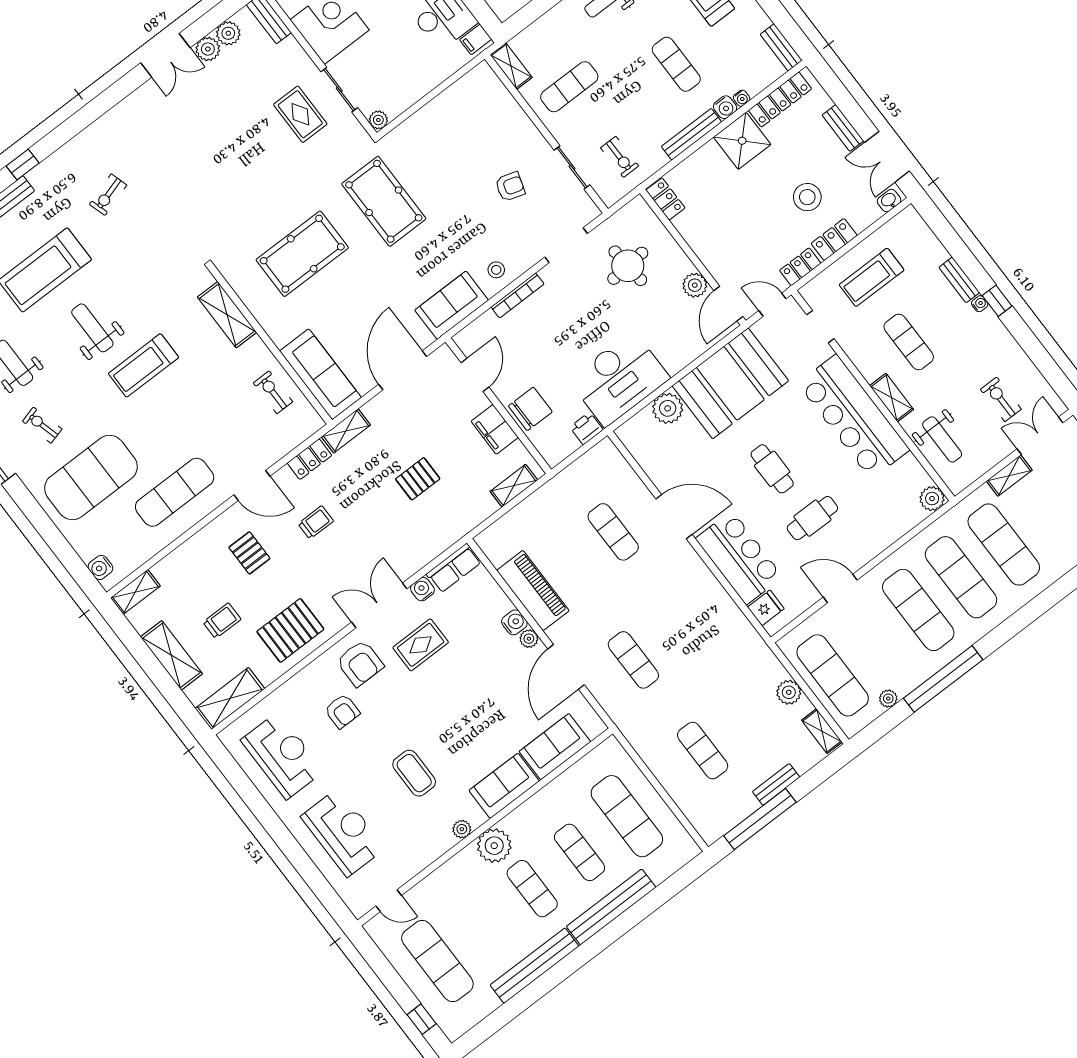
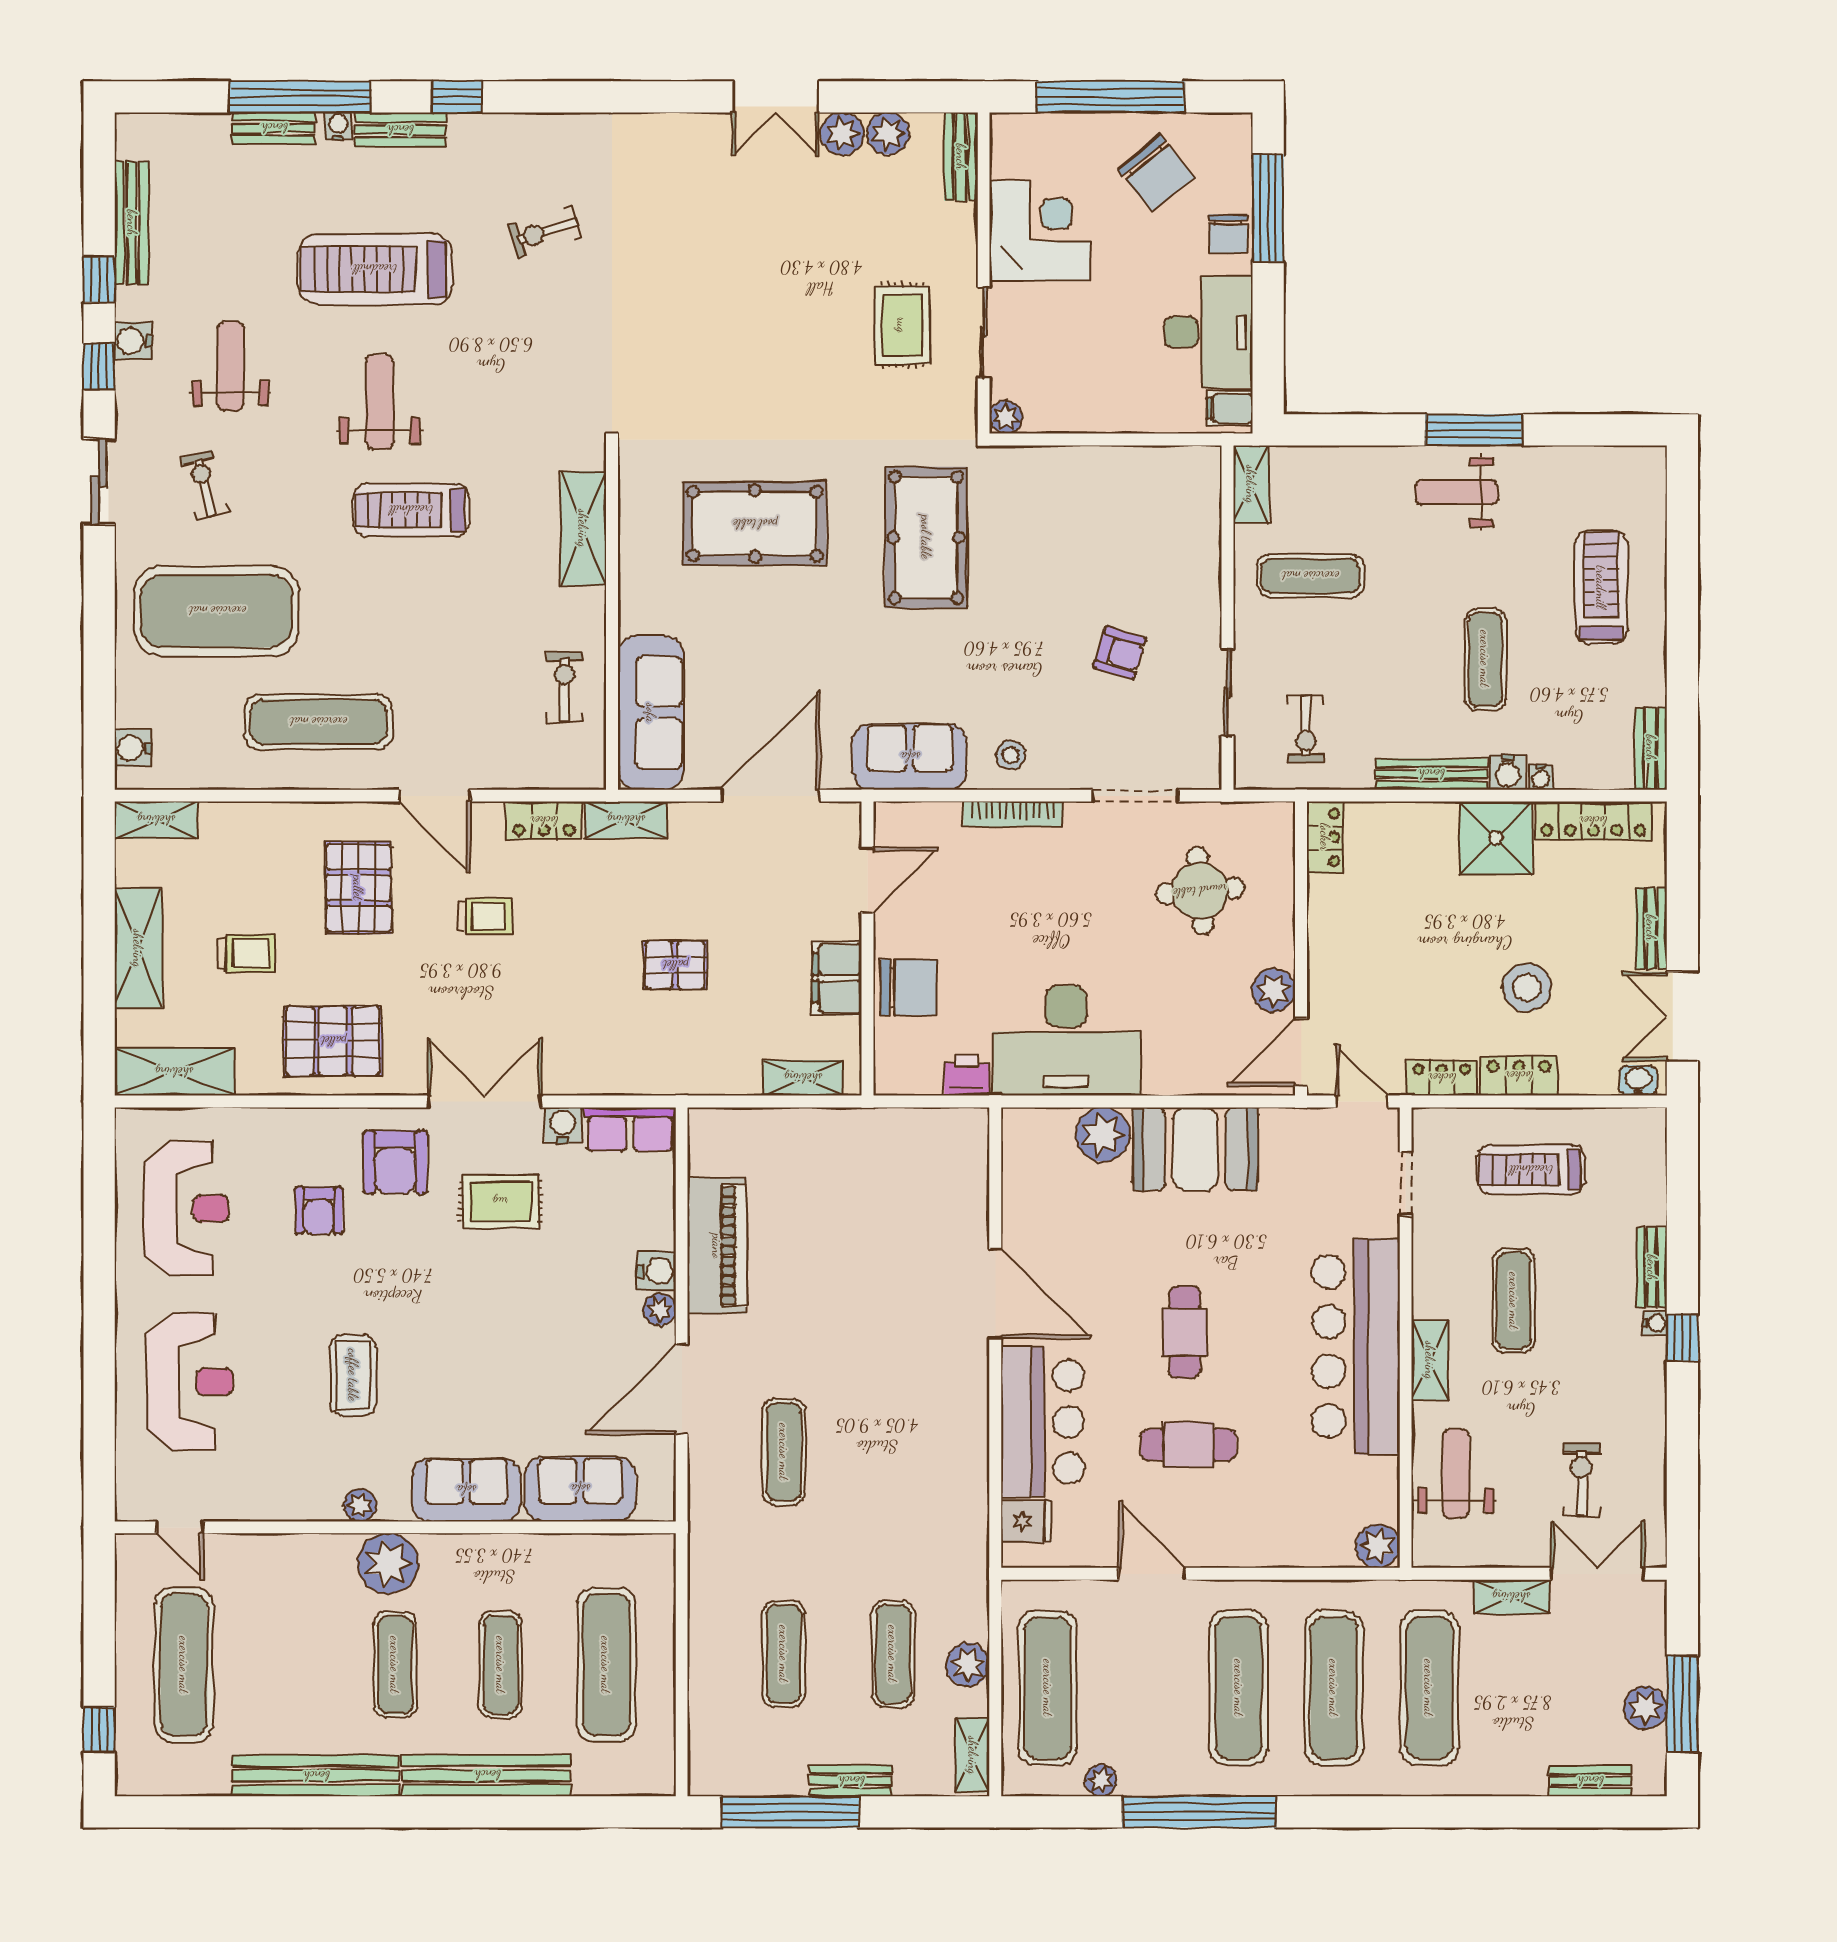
booth: (730, 383) -> (1195, 1149), width x0.73, depth x0.70
weight bench: (942, 439) -> (1456, 1474), turned 180
exercise mat: (613, 532) -> (893, 1654), moved
pallet: (249, 553) -> (358, 888), width x1.50, depth x1.42

